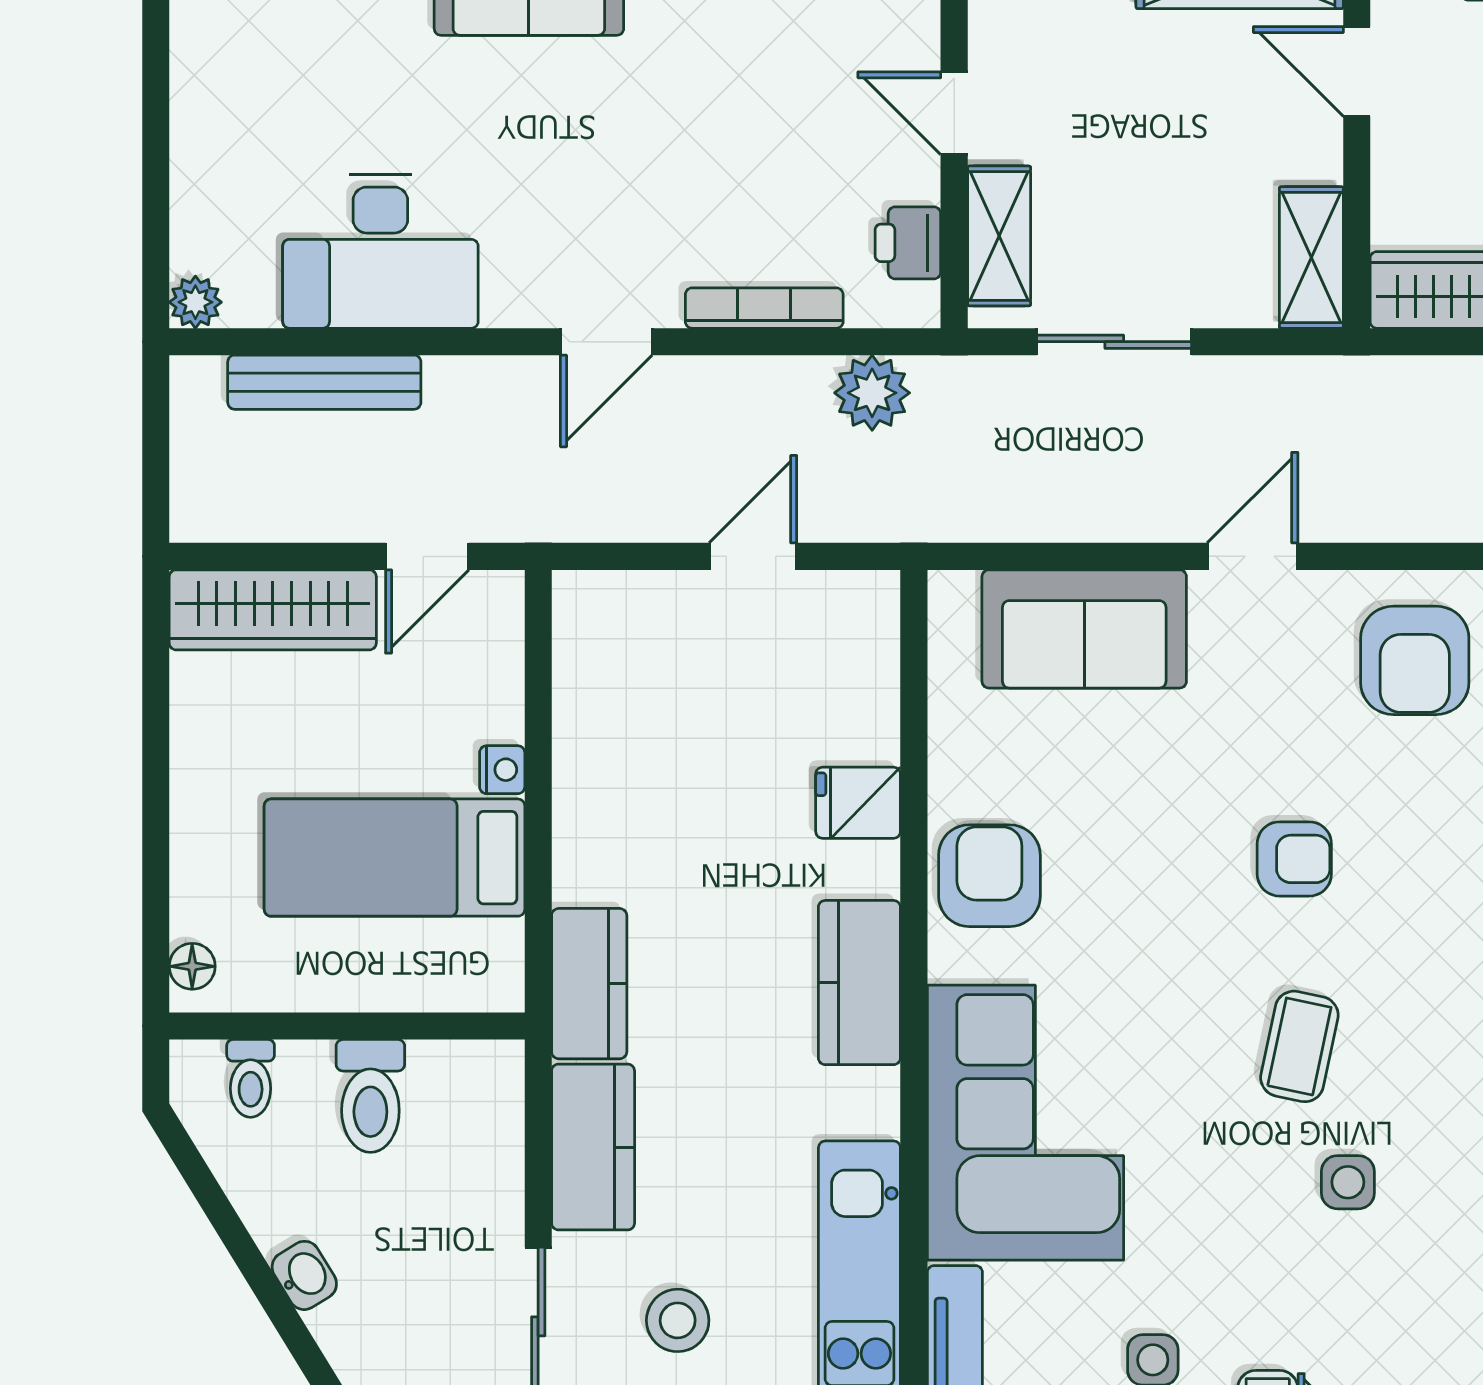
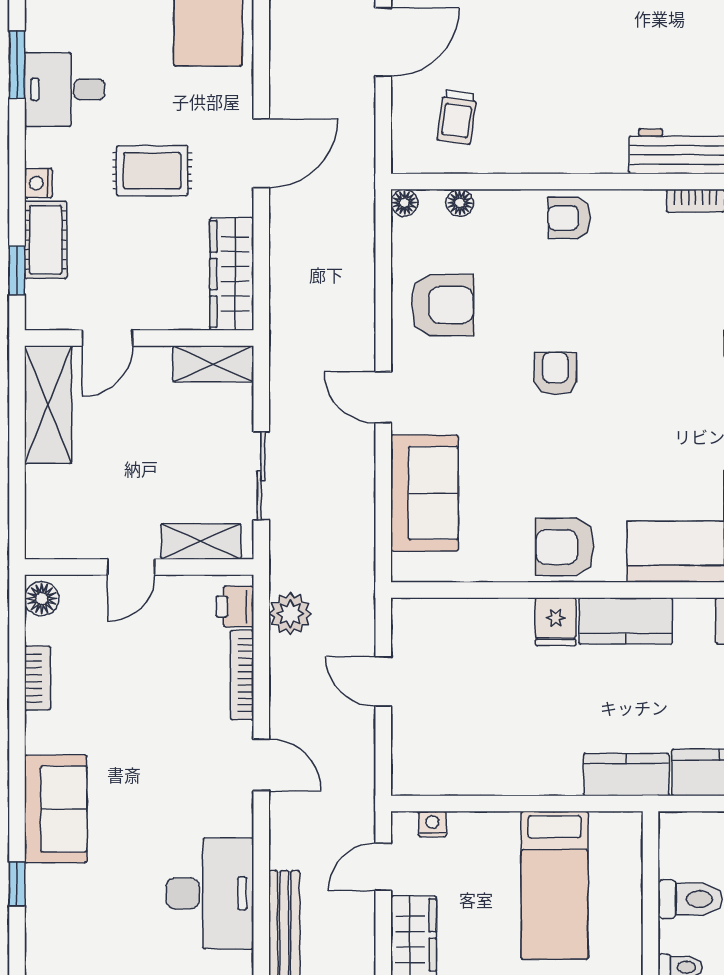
printer: (908, 243) -> (235, 607), moved, turned 90
door: (427, 556) -> (383, 867), swing flipped
nightstand: (502, 770) -> (432, 824), moved
fridge: (858, 803) -> (556, 622), moved
coffee table: (1299, 1046) -> (662, 371), removed

